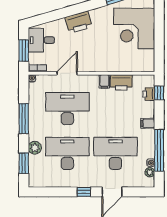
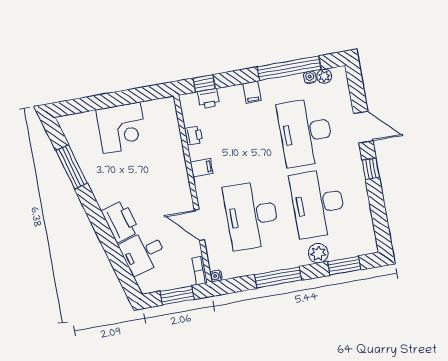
corner desk: (134, 29) -> (122, 128), width x0.74, depth x0.74
desk: (41, 40) -> (143, 252), moved, turned 74
printer: (121, 82) -> (193, 135), width x0.53, depth x0.68

